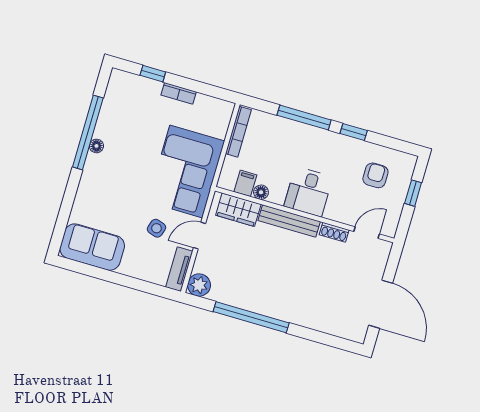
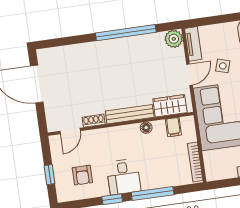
floor lamp: (261, 192) -> (146, 128), moved
desk: (308, 192) -> (124, 177), moved, turned 180

